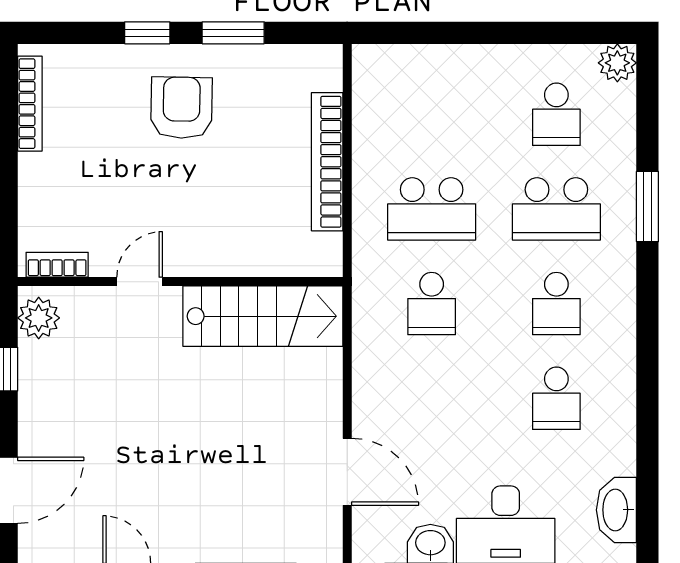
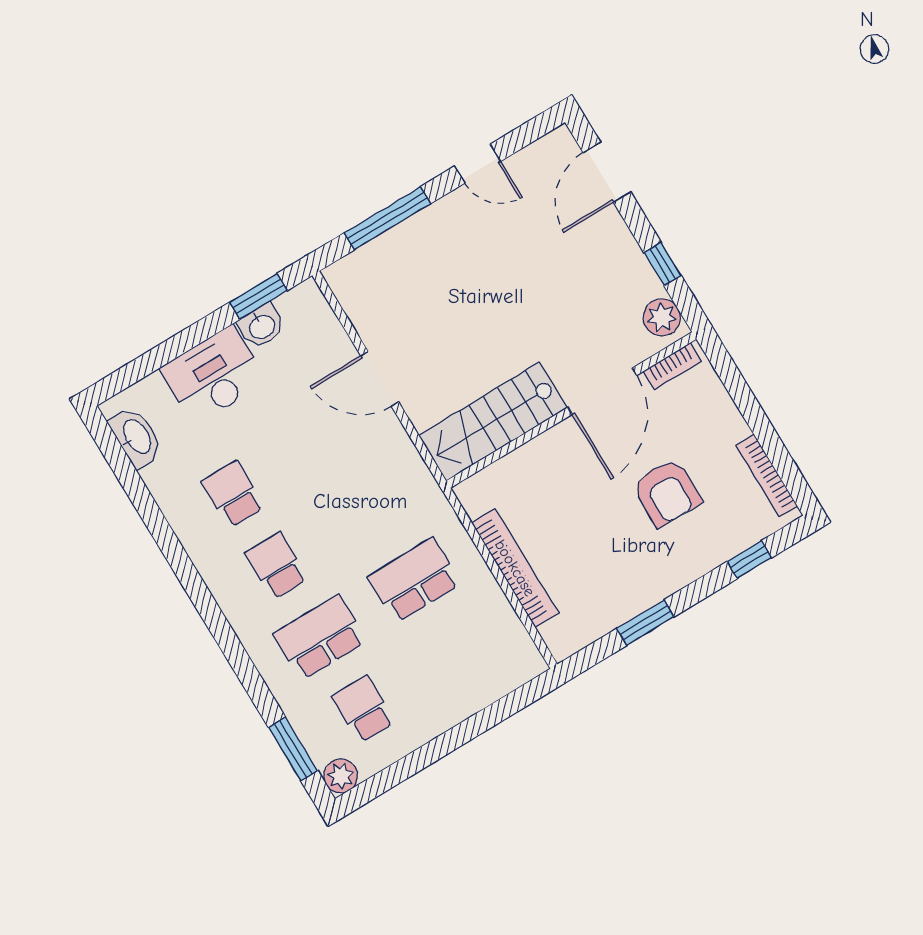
window: (147, 33) -> (749, 560), moved
armchair: (182, 108) -> (667, 492), moved
window: (647, 207) -> (293, 749), moved
door: (140, 282) -> (602, 391), width x1.87
school desk: (432, 304) -> (371, 509), removed
door: (347, 472) -> (380, 379), moved

